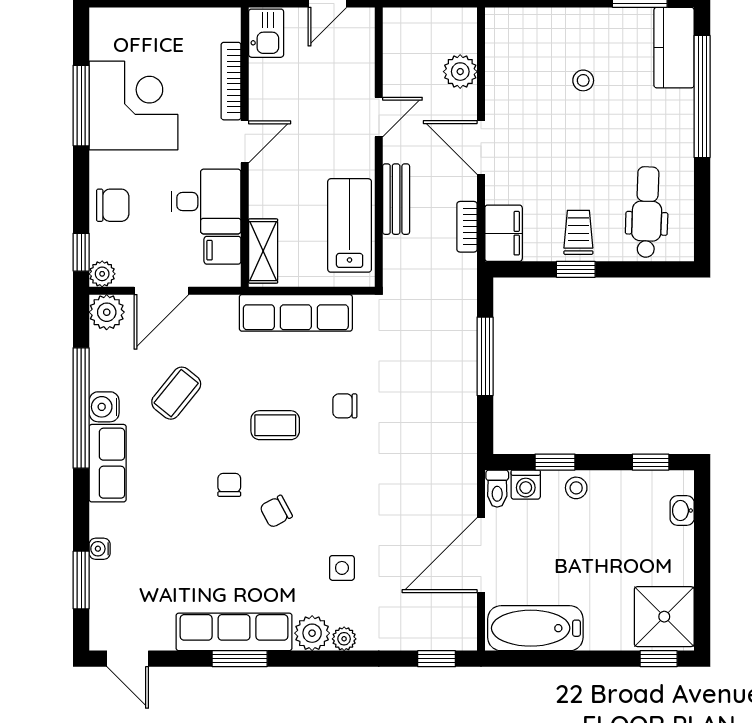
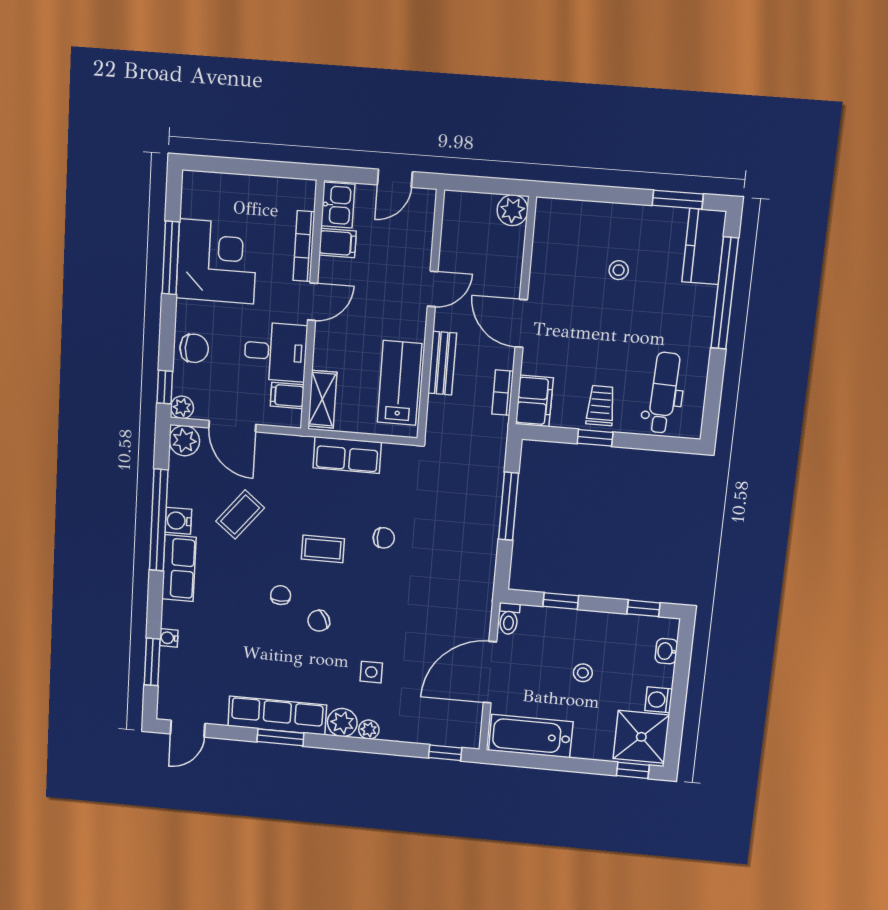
plant: (460, 72) -> (513, 210), moved
filing cabinet: (269, 75) -> (338, 243), added
door: (161, 291) -> (232, 426), hinge flipped
row of seats: (296, 313) -> (347, 455), width x0.68
chair: (345, 406) -> (384, 538), turned 180
washing machine: (526, 485) -> (659, 700), moved, turned 90
stool: (576, 488) -> (583, 673), moved
door: (128, 659) -> (188, 729), hinge flipped

